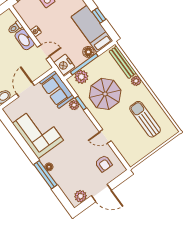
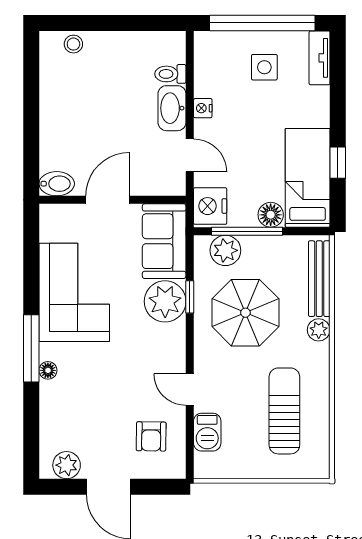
plant: (74, 105) -> (165, 301), width x1.87, depth x1.87
barbecue: (123, 147) -> (207, 432), added
window: (45, 175) -> (31, 348), moved

